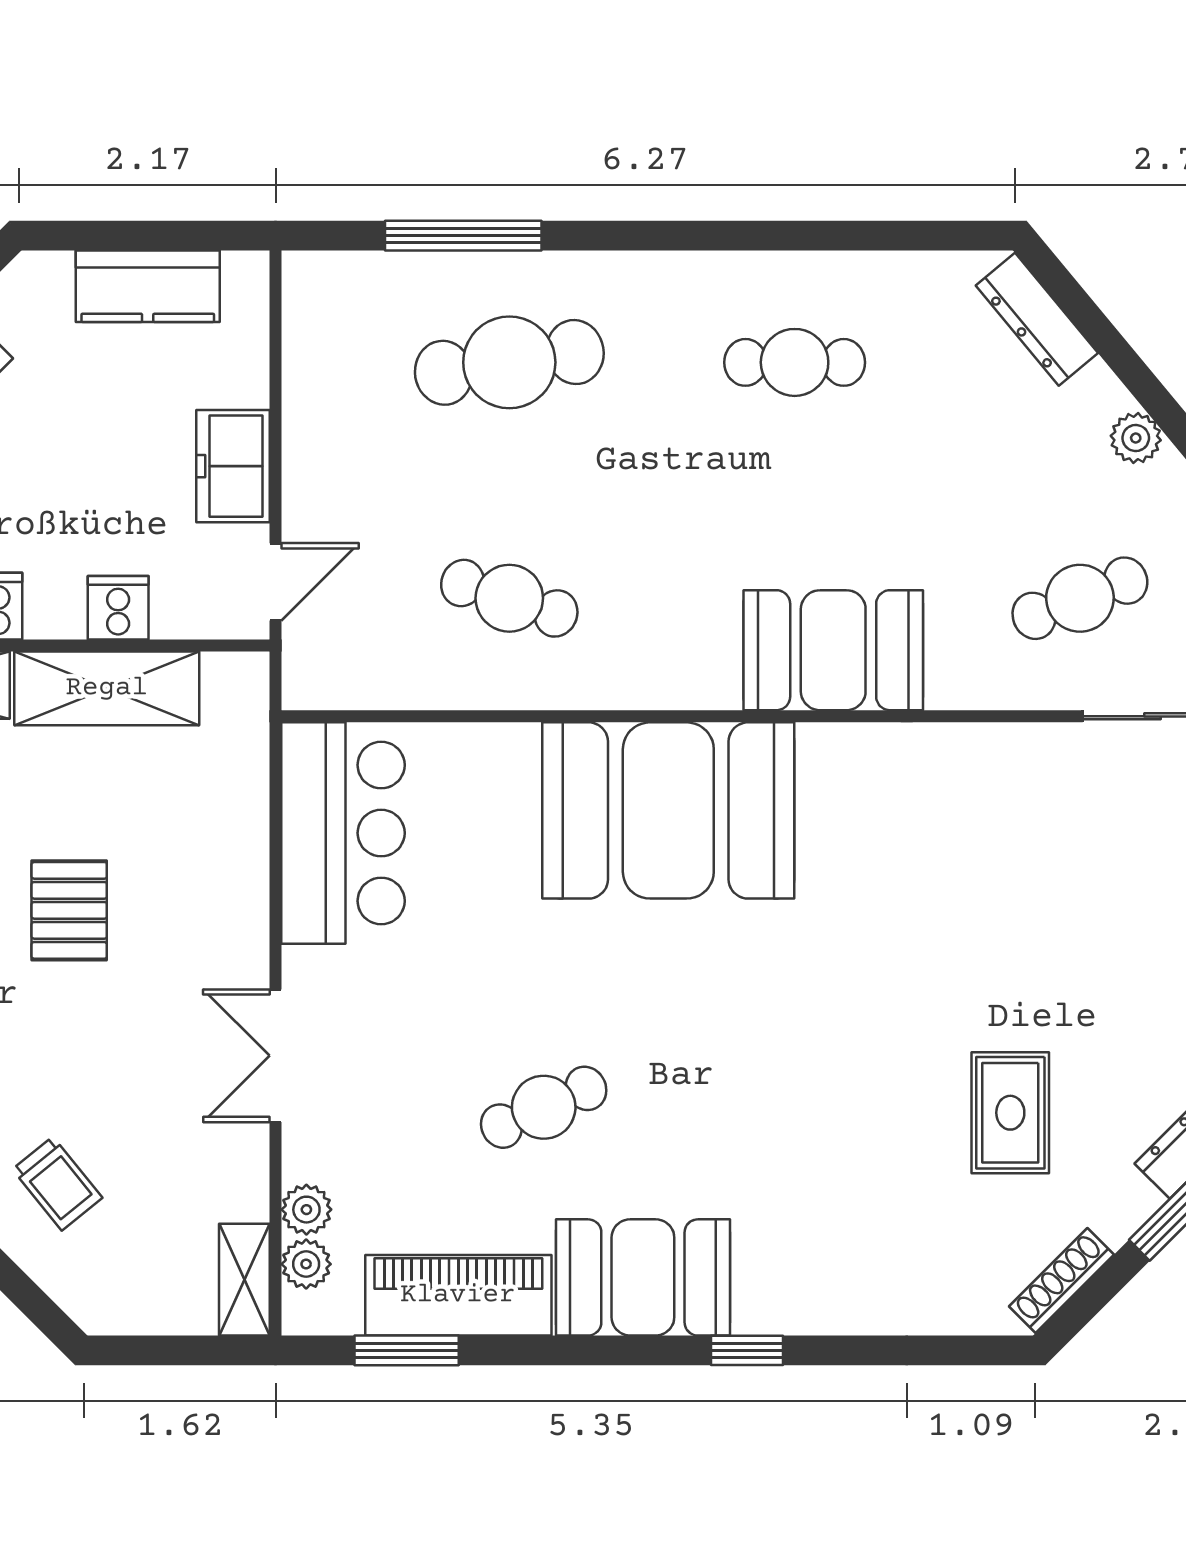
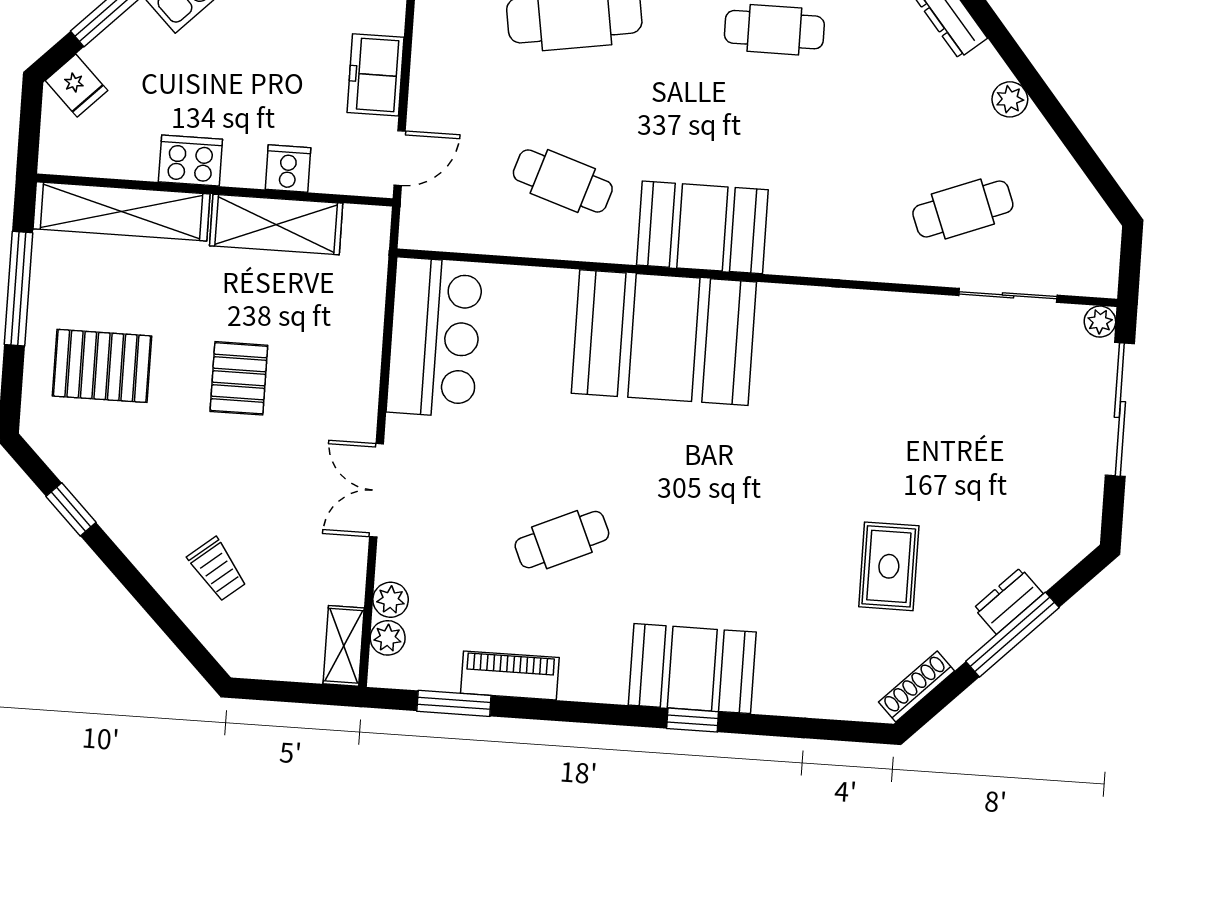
booth: (833, 650) -> (702, 227), moved
booth: (643, 1277) -> (692, 669), moved
piano: (458, 1295) -> (510, 675), width x0.73, depth x0.75

